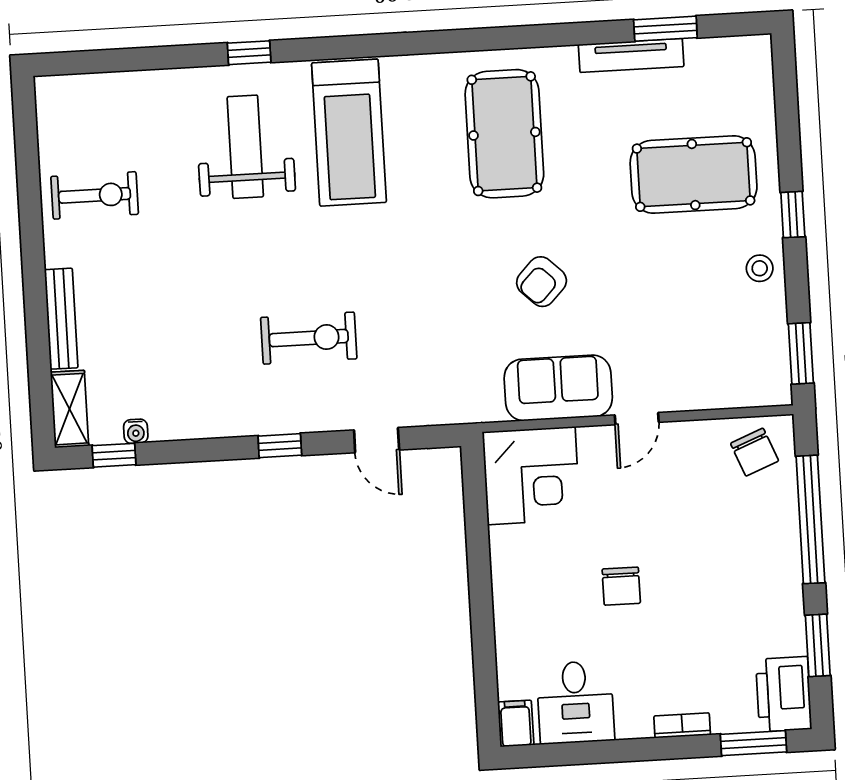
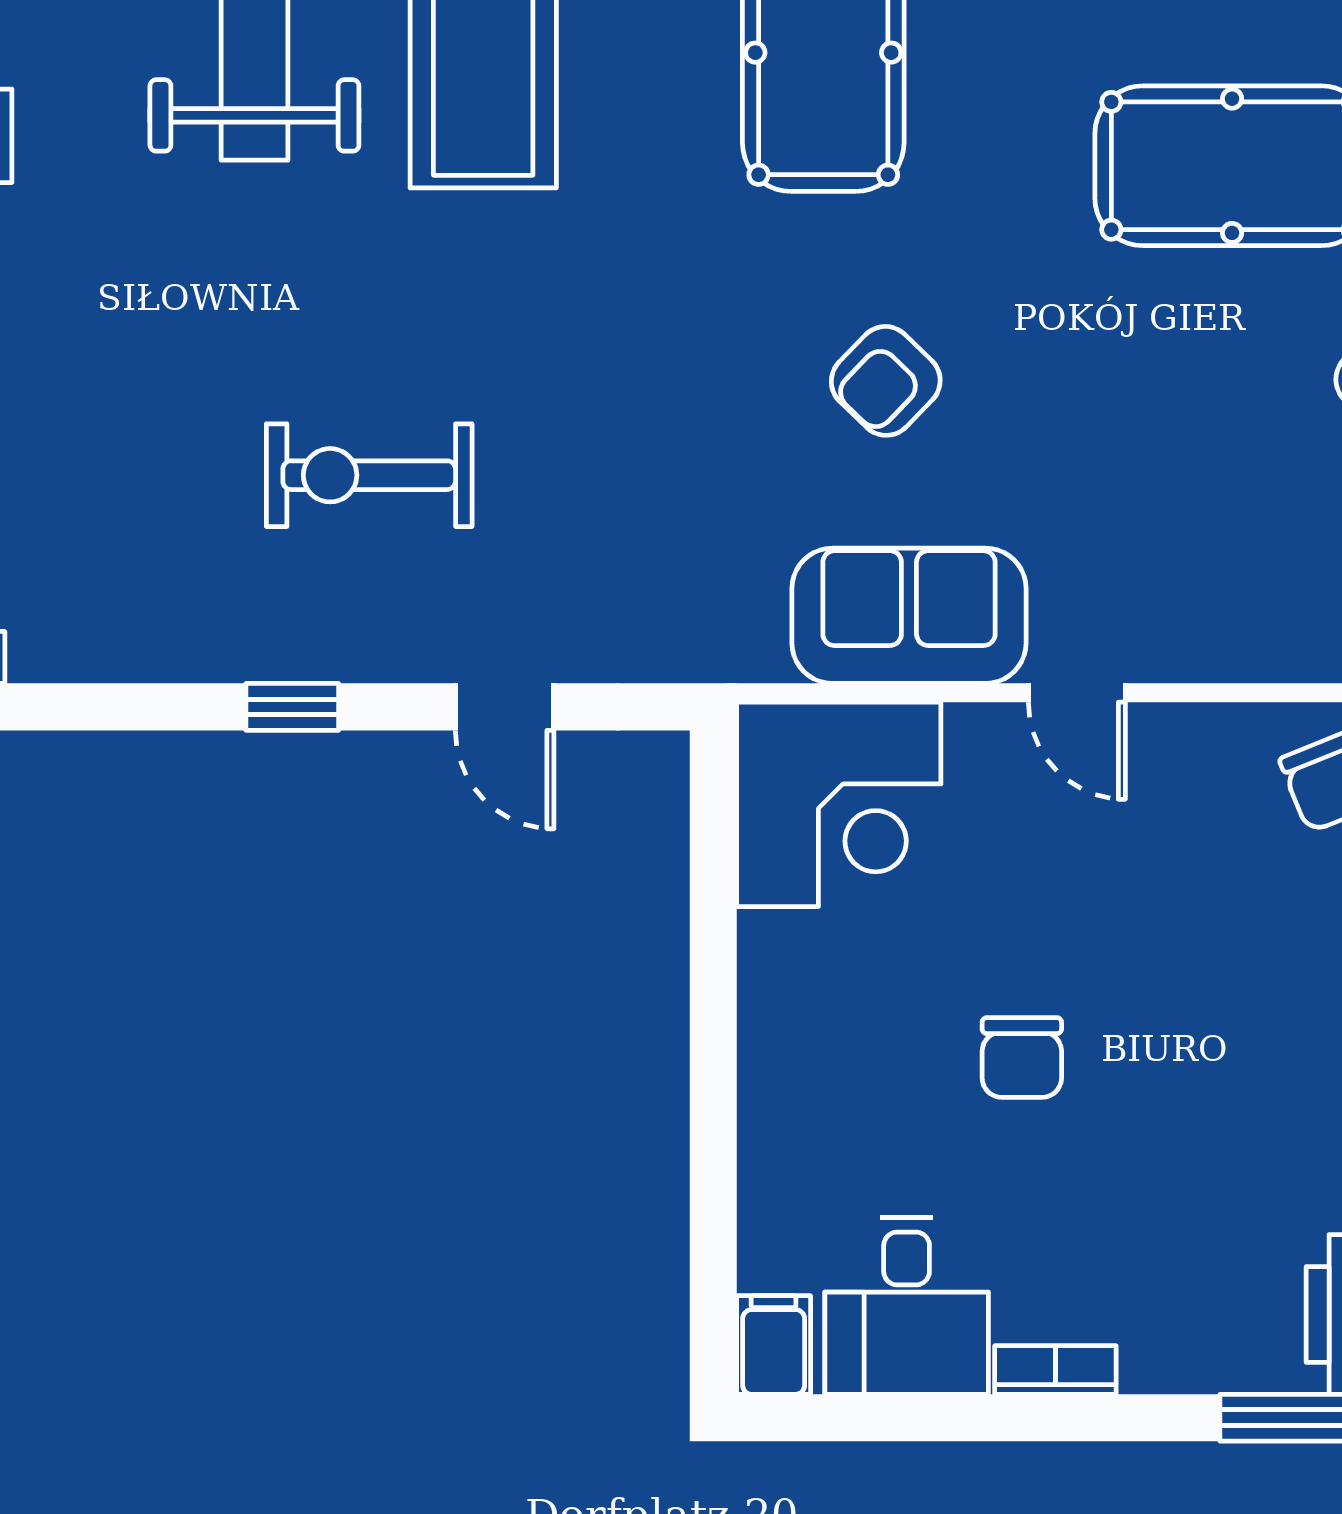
exercise bike: (309, 338) -> (369, 475), turned 180
door: (637, 419) -> (1077, 693), hinge flipped
bookcase: (682, 725) -> (1055, 1370), moved

